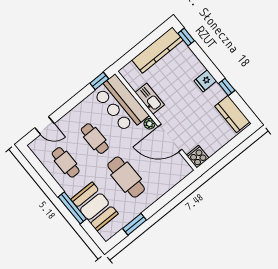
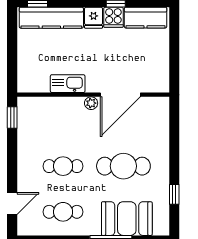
kitchen counter: (157, 50) -> (51, 18), moved, turned 90
bar counter: (121, 104) -> (50, 115), removed
cooker: (198, 157) -> (113, 17), moved, turned -90
window: (135, 224) -> (174, 194), width x0.67

